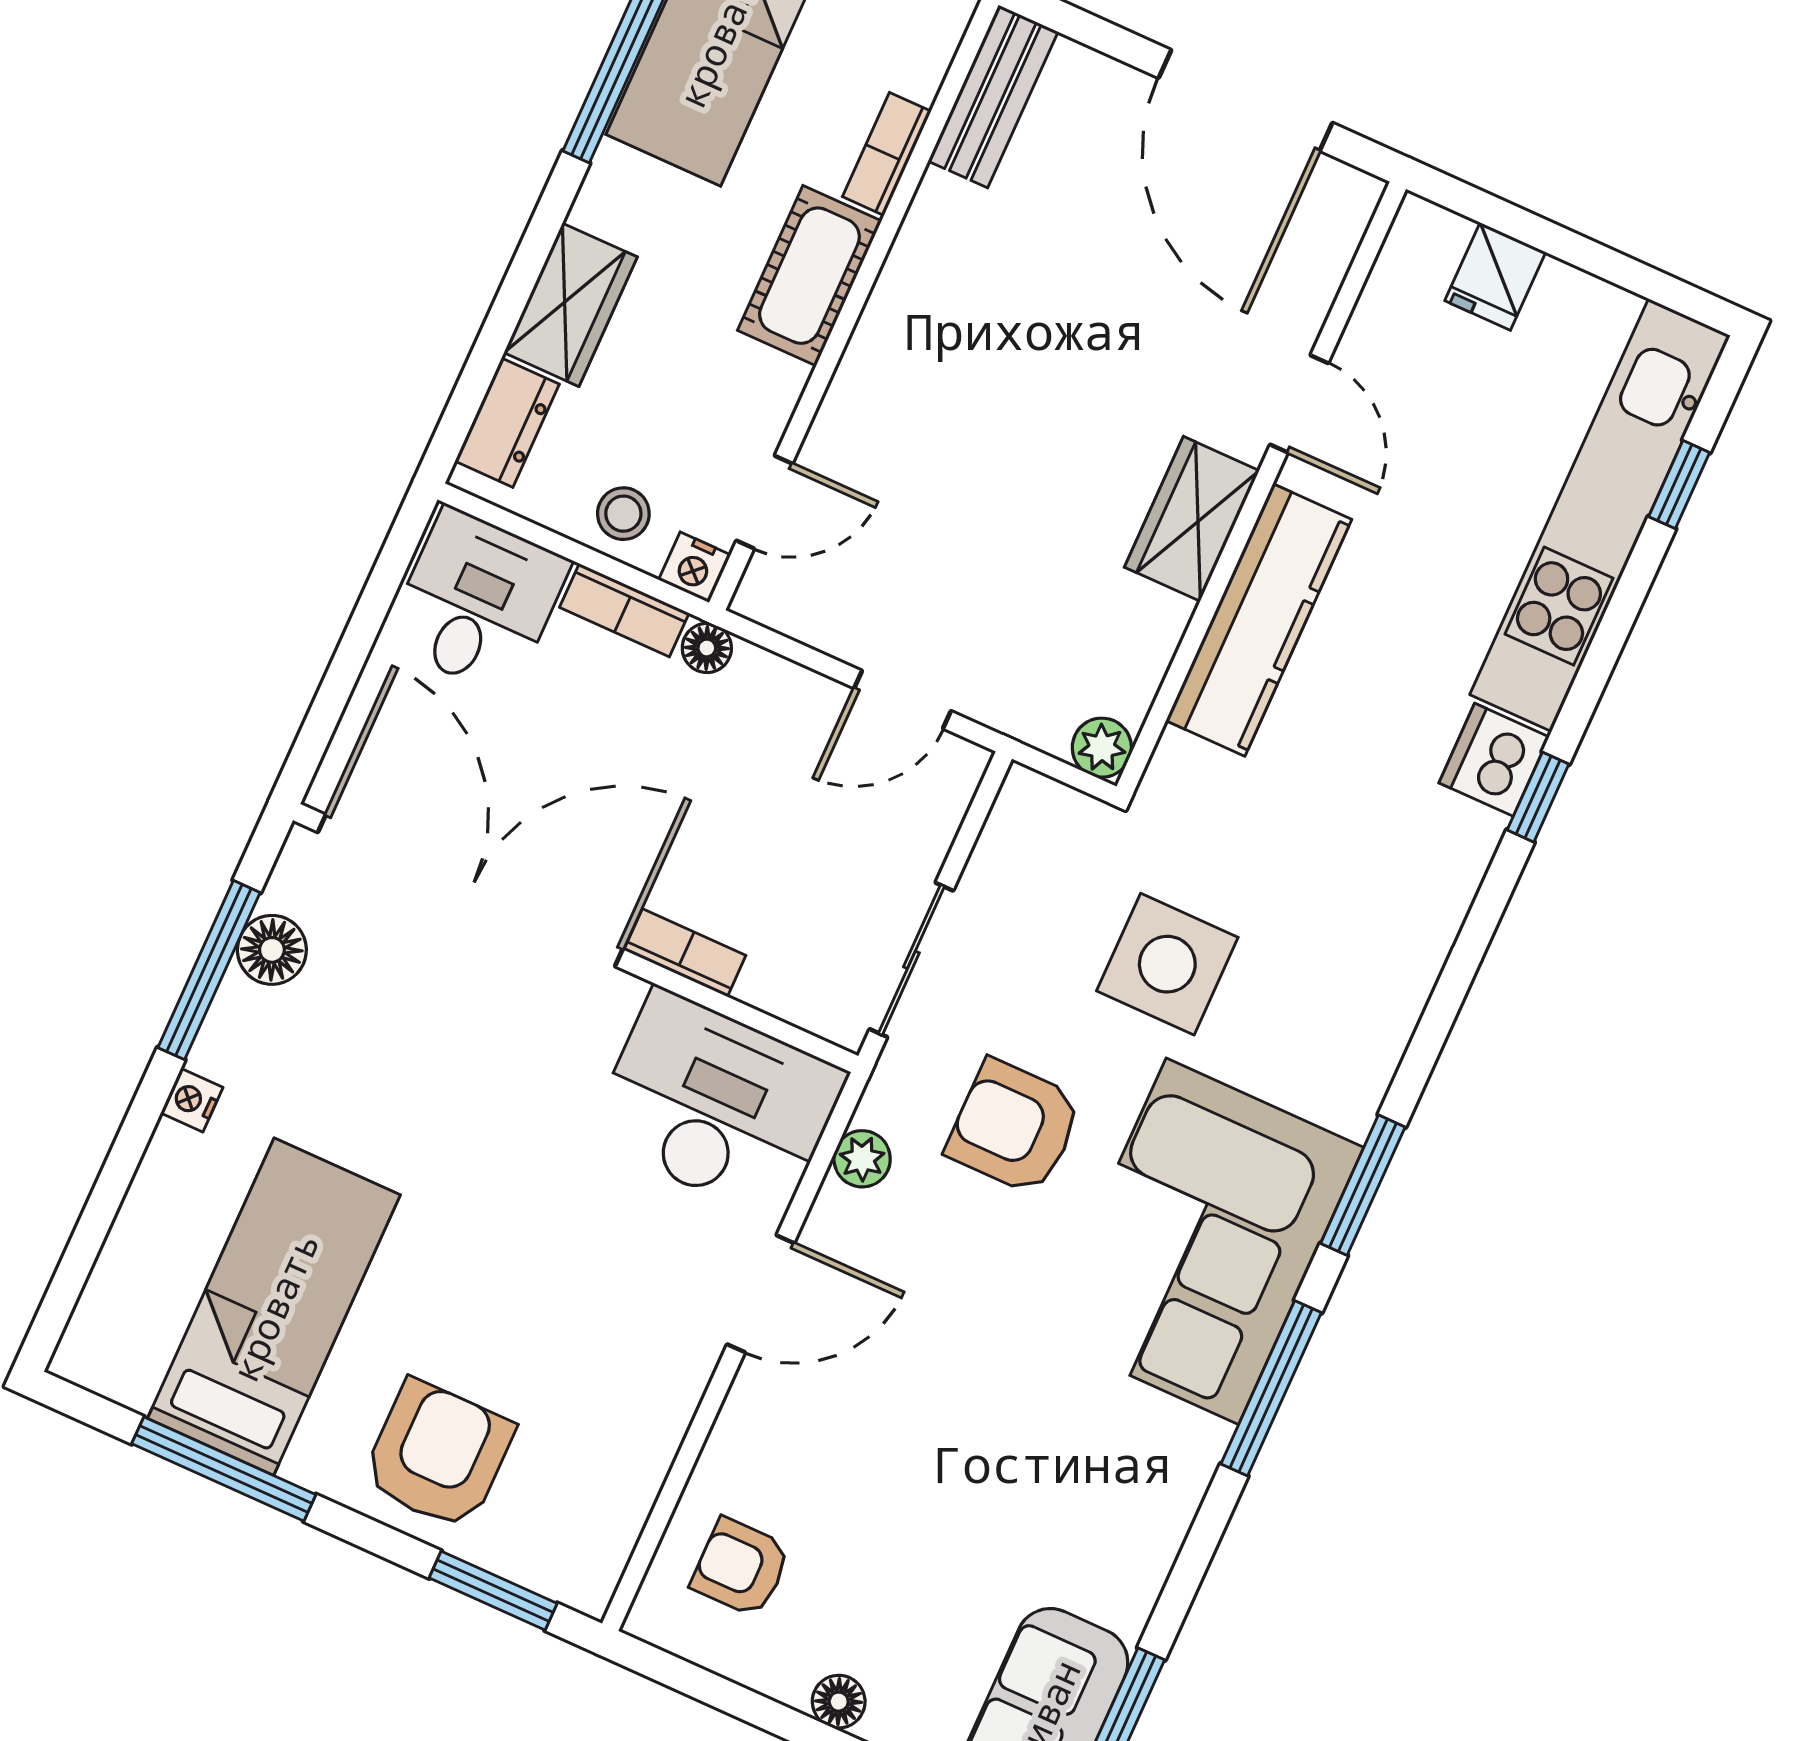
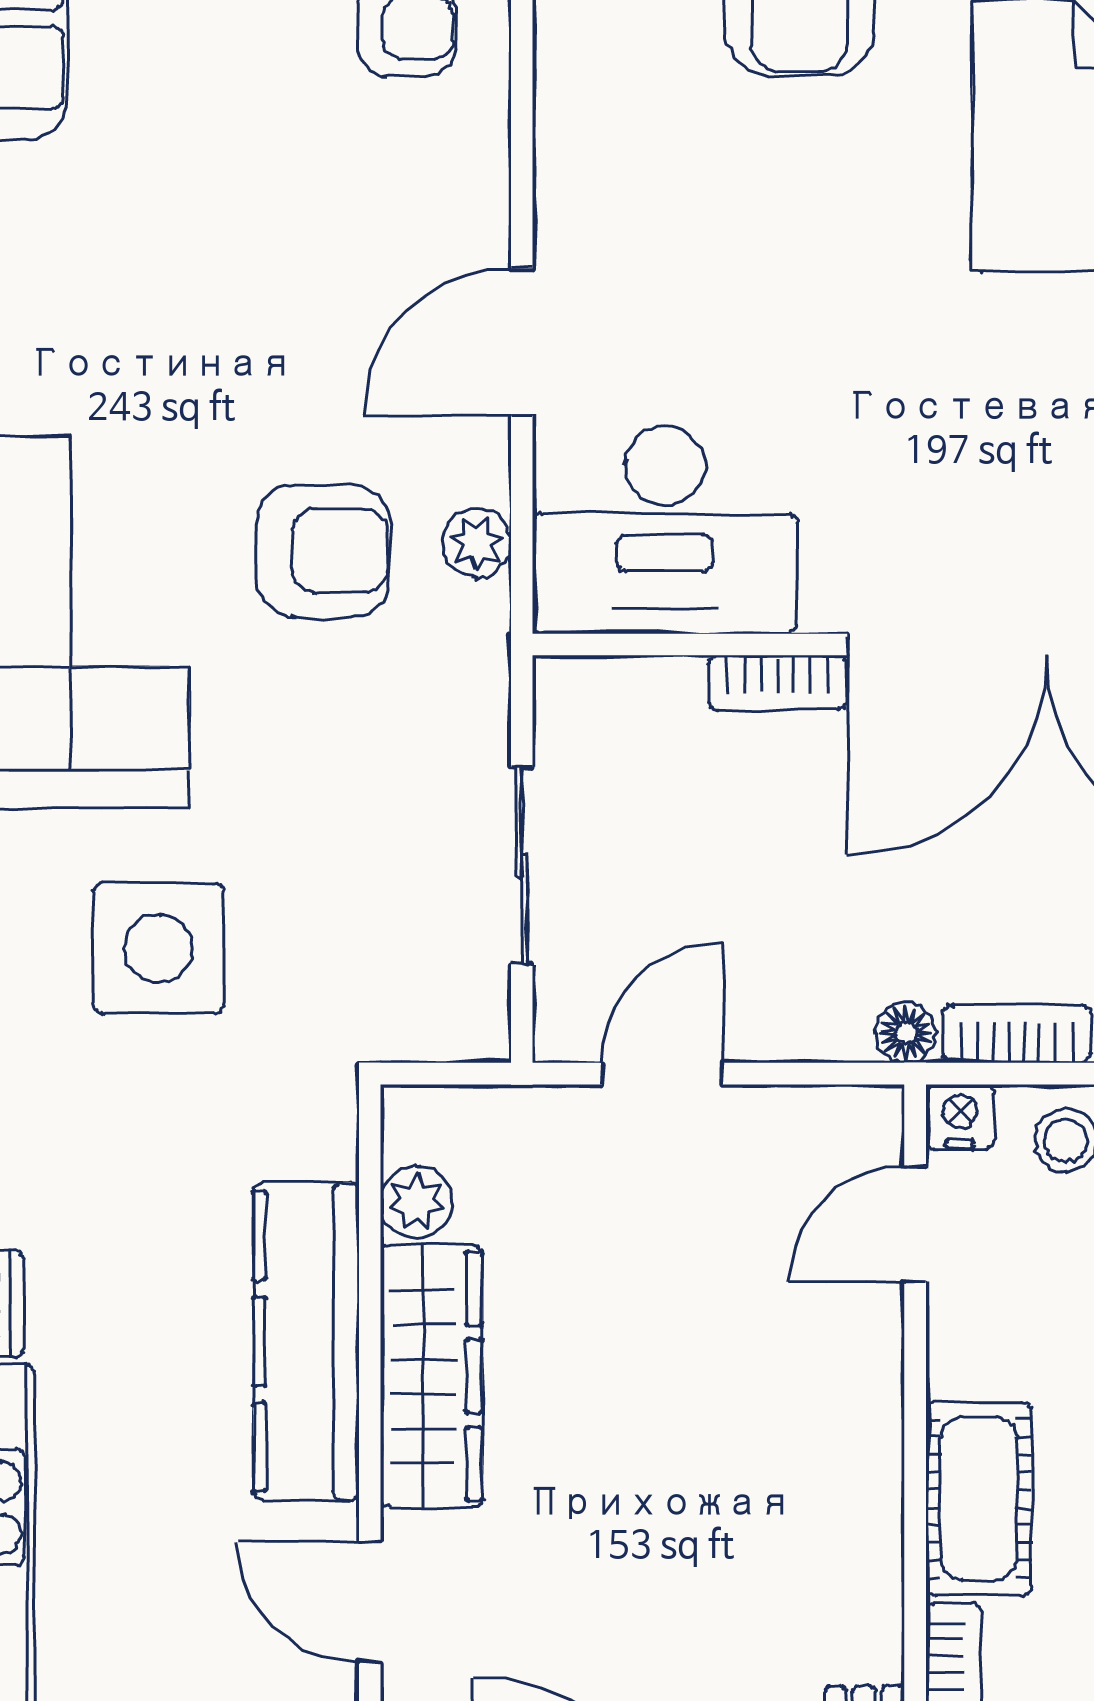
wardrobe: (1192, 519) -> (431, 1376), width x1.50
plant: (1102, 748) -> (417, 1202), moved
sliding door: (911, 960) -> (522, 866), moved
side table: (1167, 964) -> (159, 948), moved
armchair: (1014, 1127) -> (323, 551), moved

